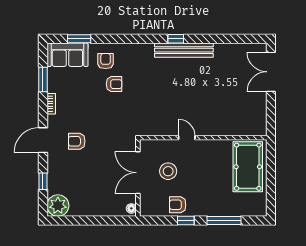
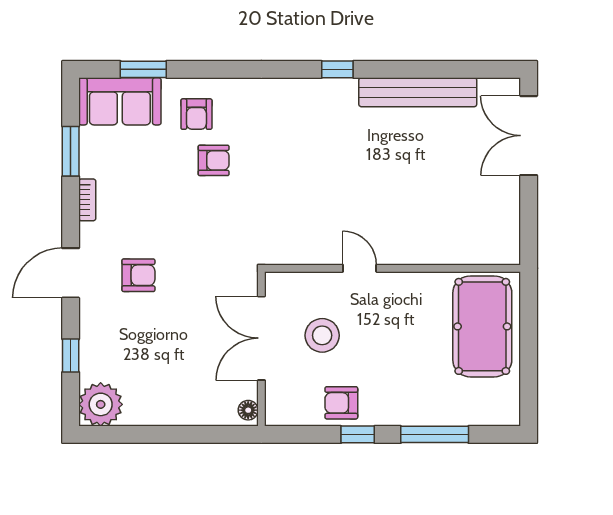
bench: (184, 50) -> (418, 92), moved
armchair: (106, 61) -> (196, 114), turned 180
armchair: (77, 141) -> (138, 275), turned 180

